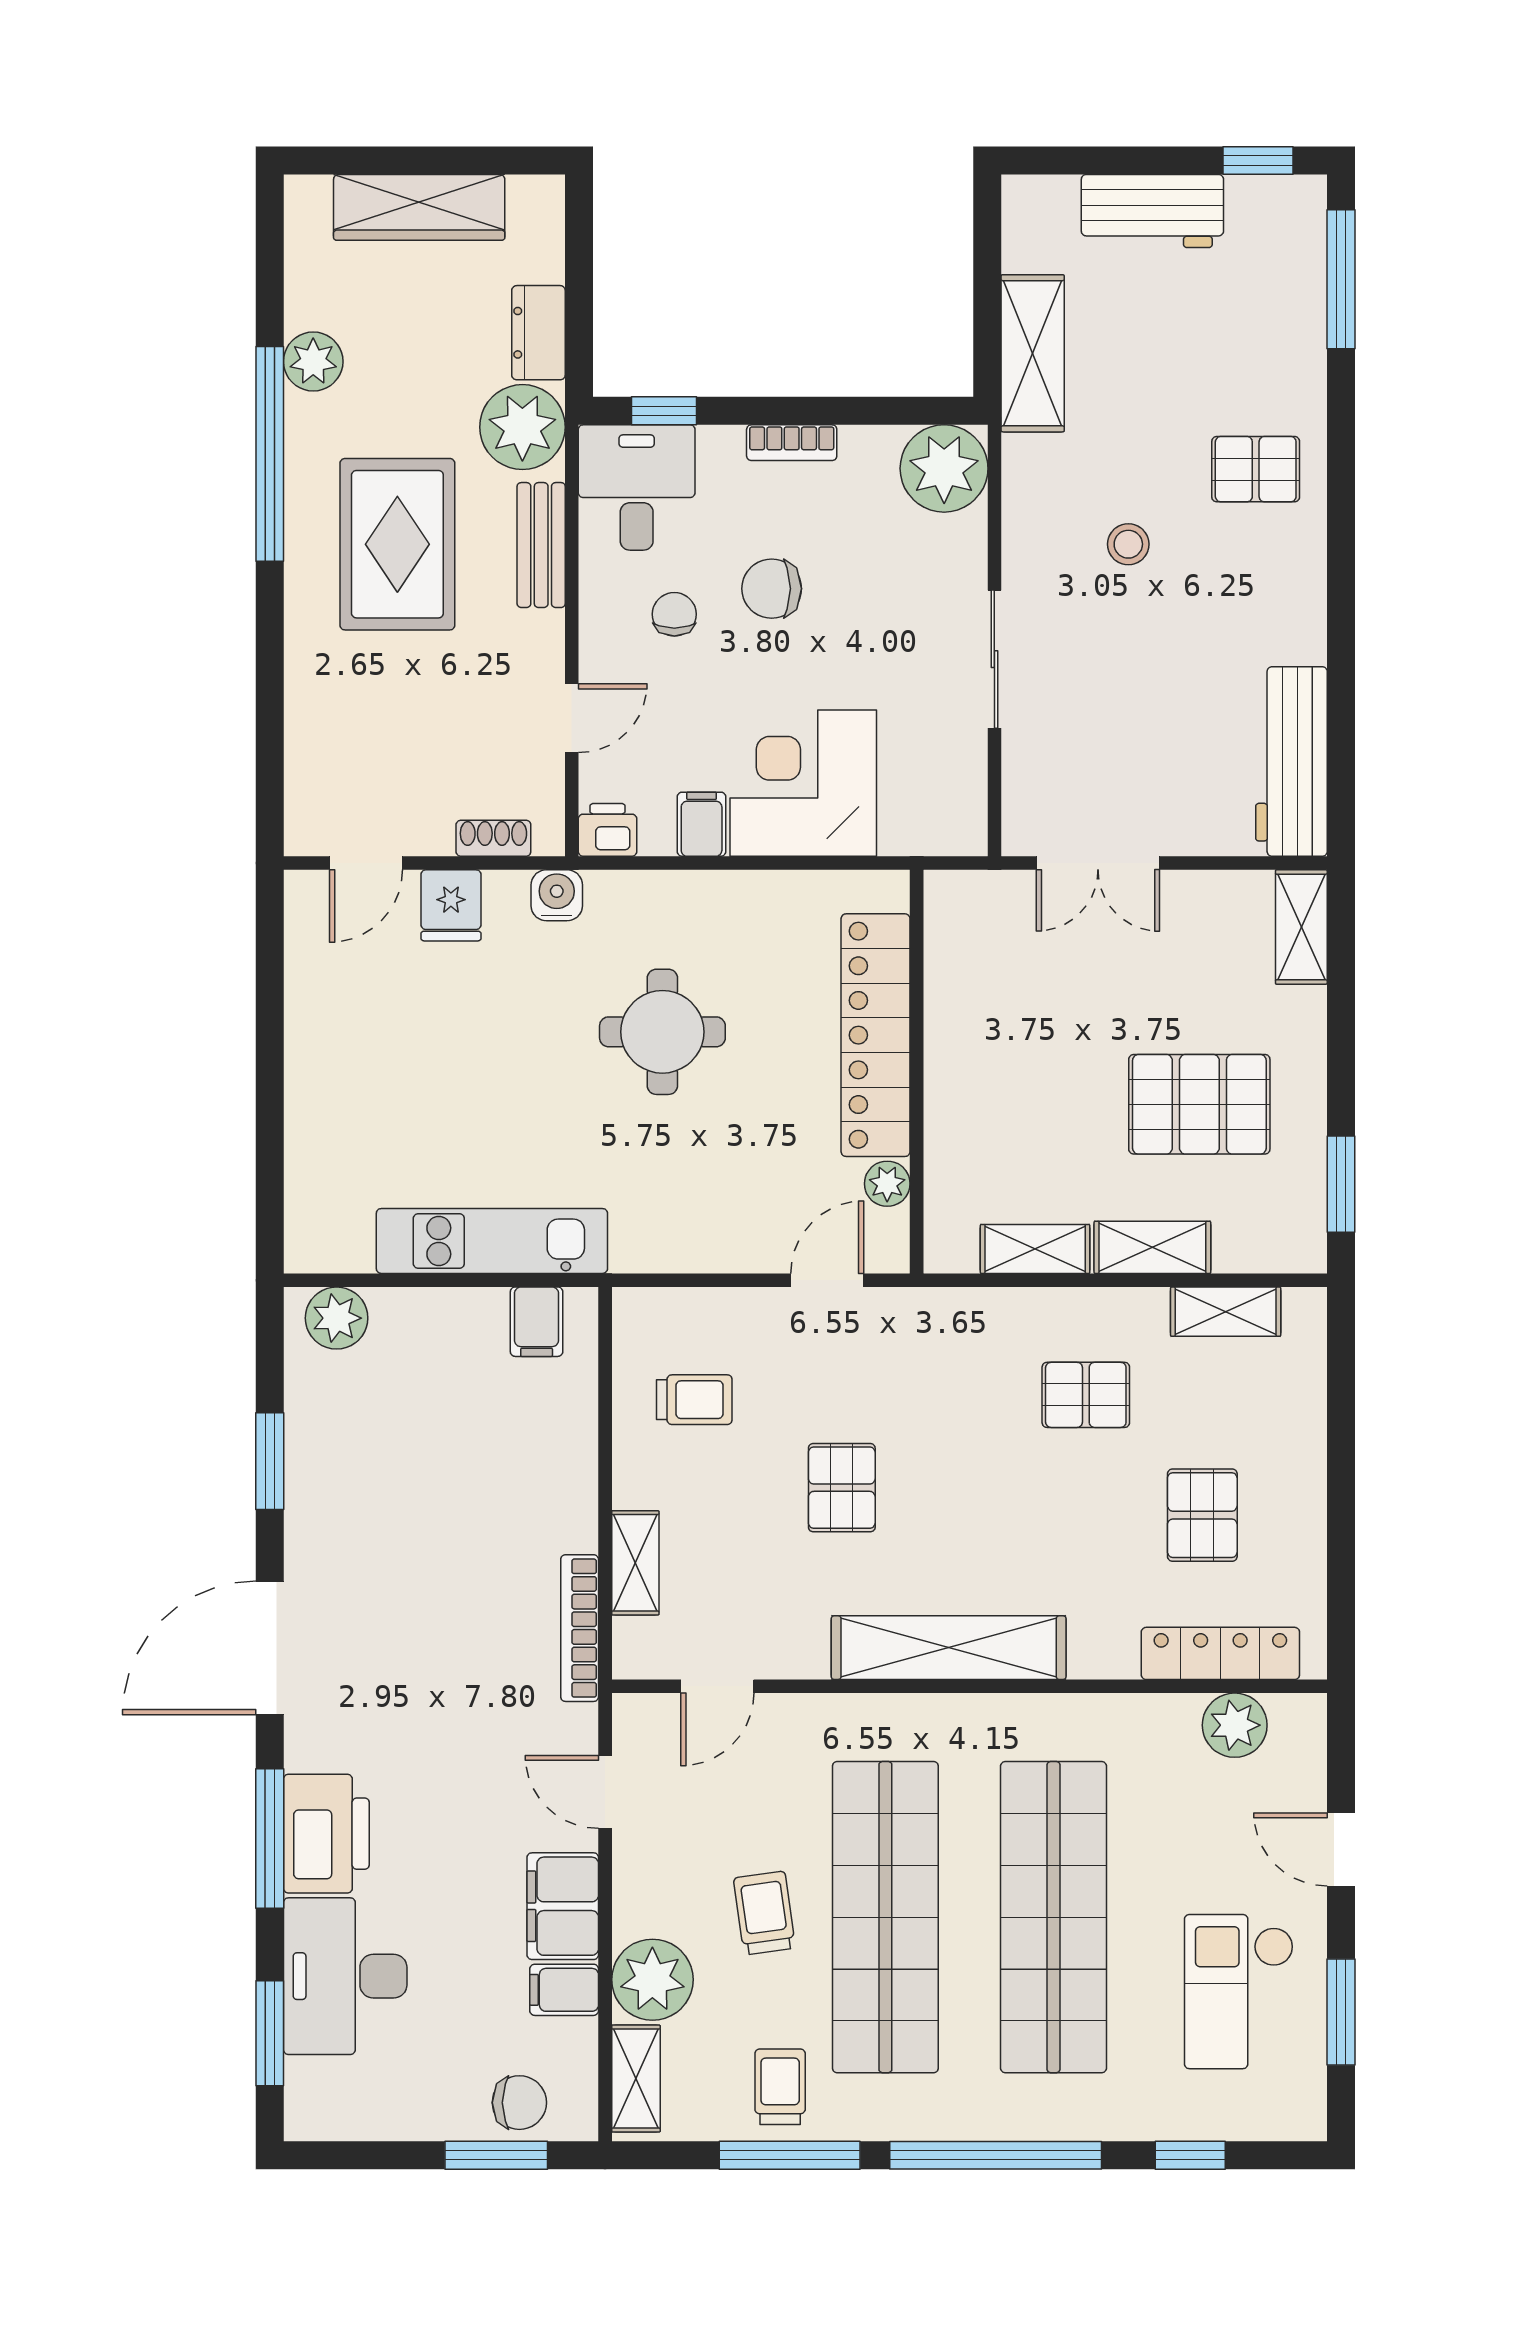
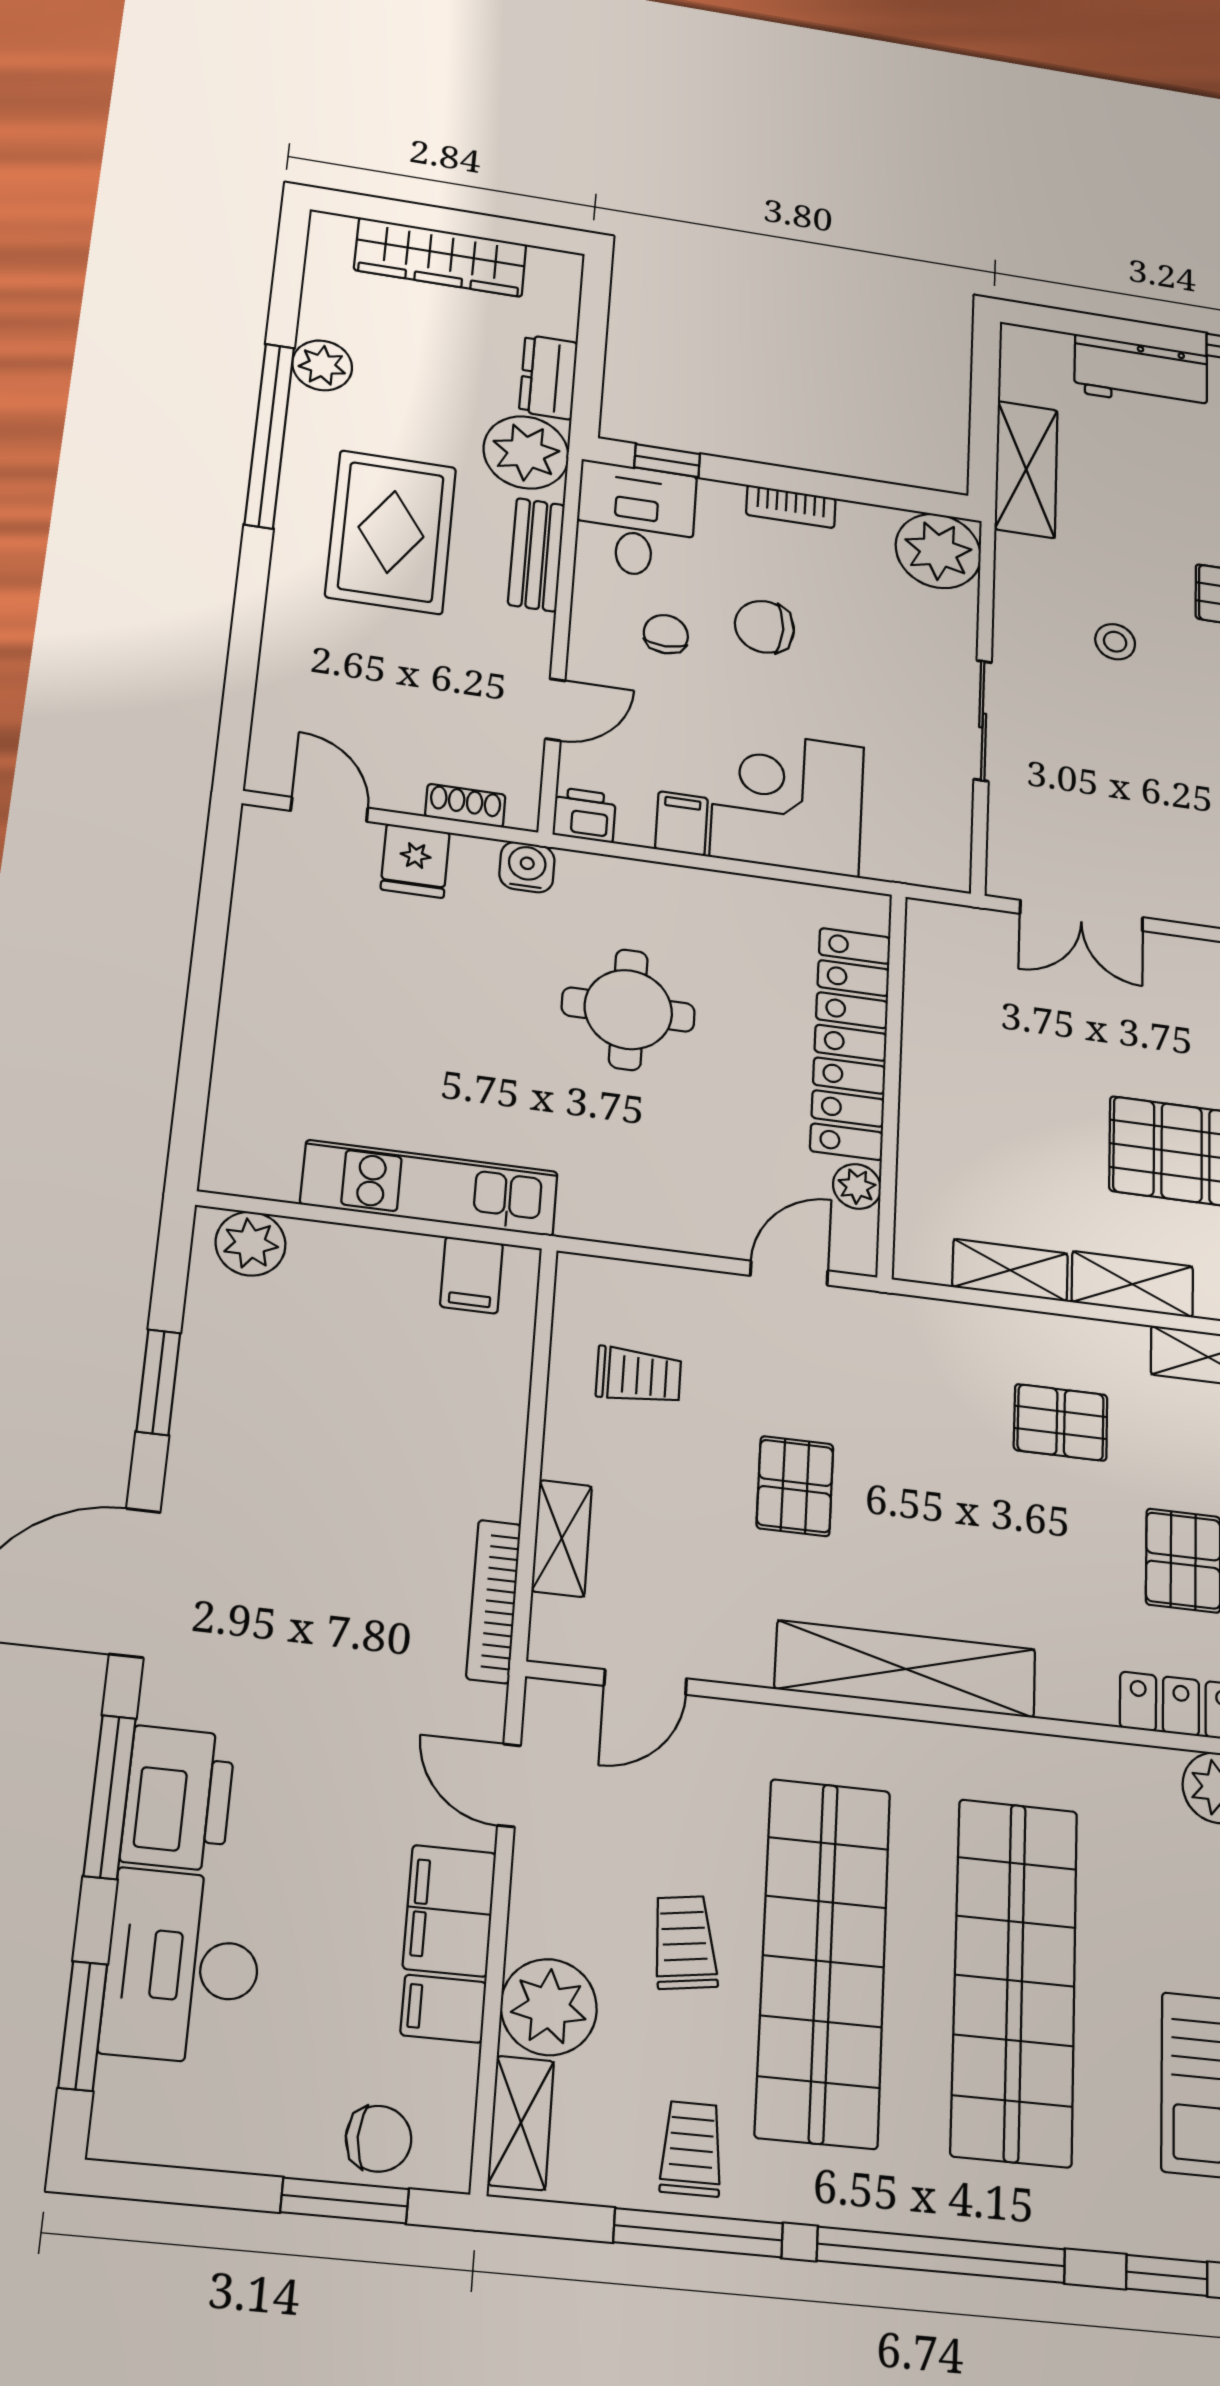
door: (366, 863) -> (329, 809), swing flipped

